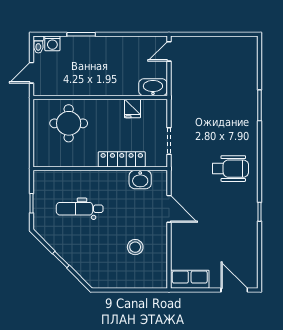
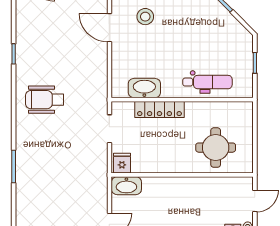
fridge: (132, 108) -> (122, 163), moved
washbasin: (140, 180) -> (144, 88), width x1.38
dental chair: (80, 209) -> (207, 82), moved
door: (169, 209) -> (109, 28), moved

